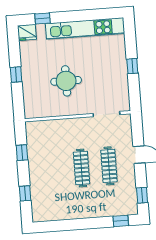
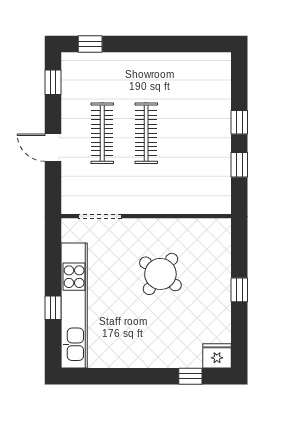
kitchen unit: (85, 28) -> (74, 305), moved, turned 90
window: (132, 66) -> (53, 308), moved
round table: (66, 81) -> (160, 274), turned 37
window: (25, 193) -> (239, 122), moved

